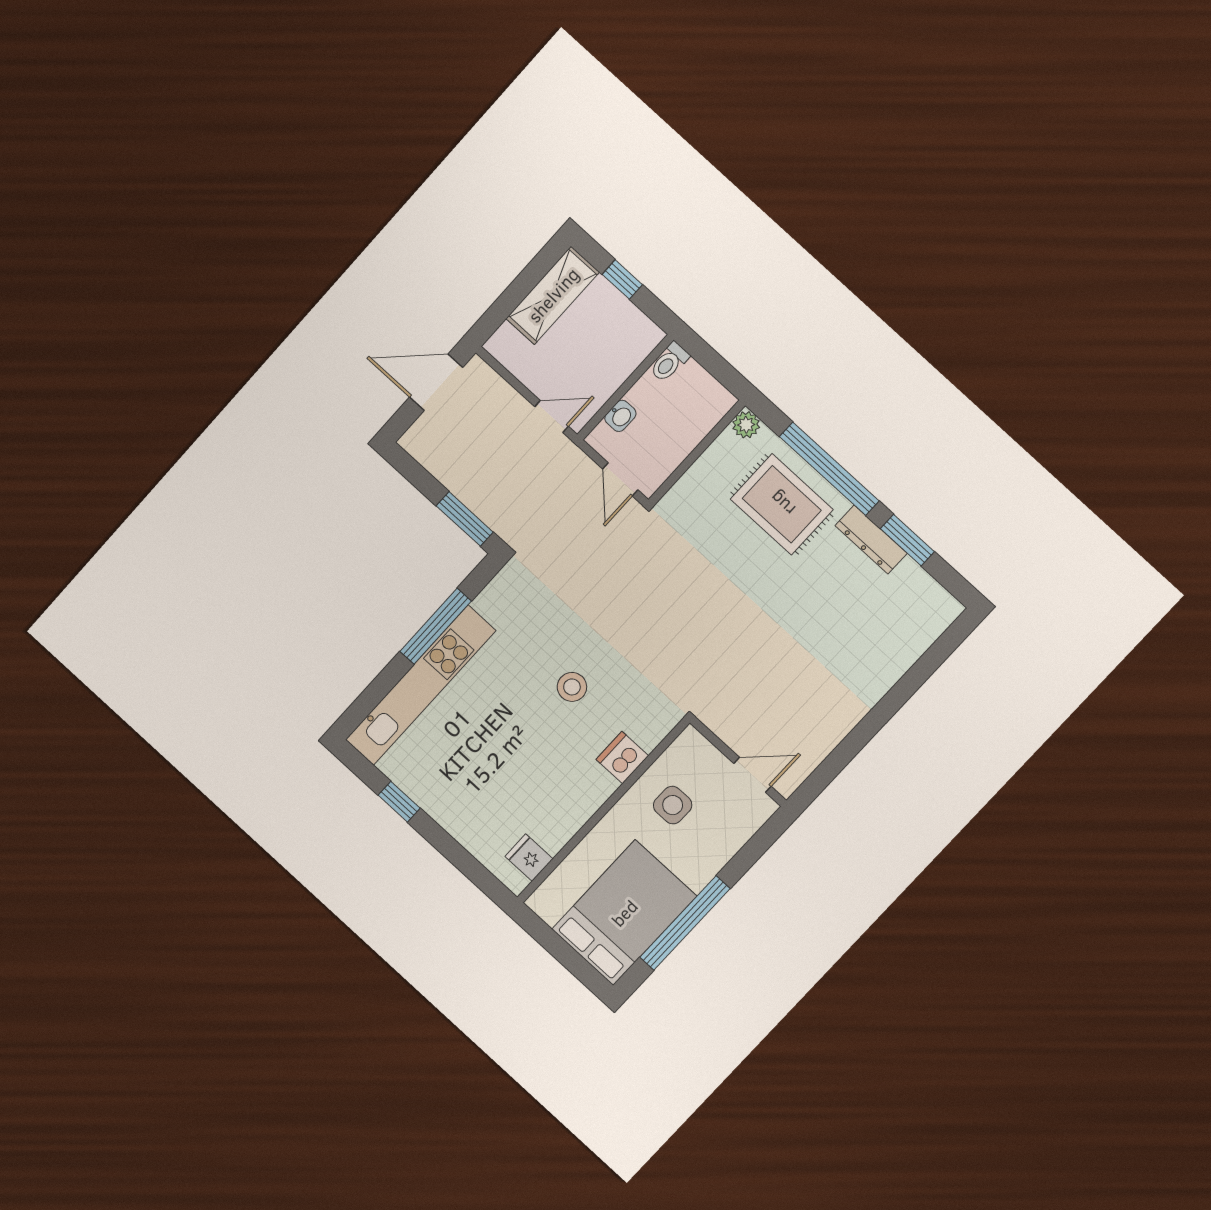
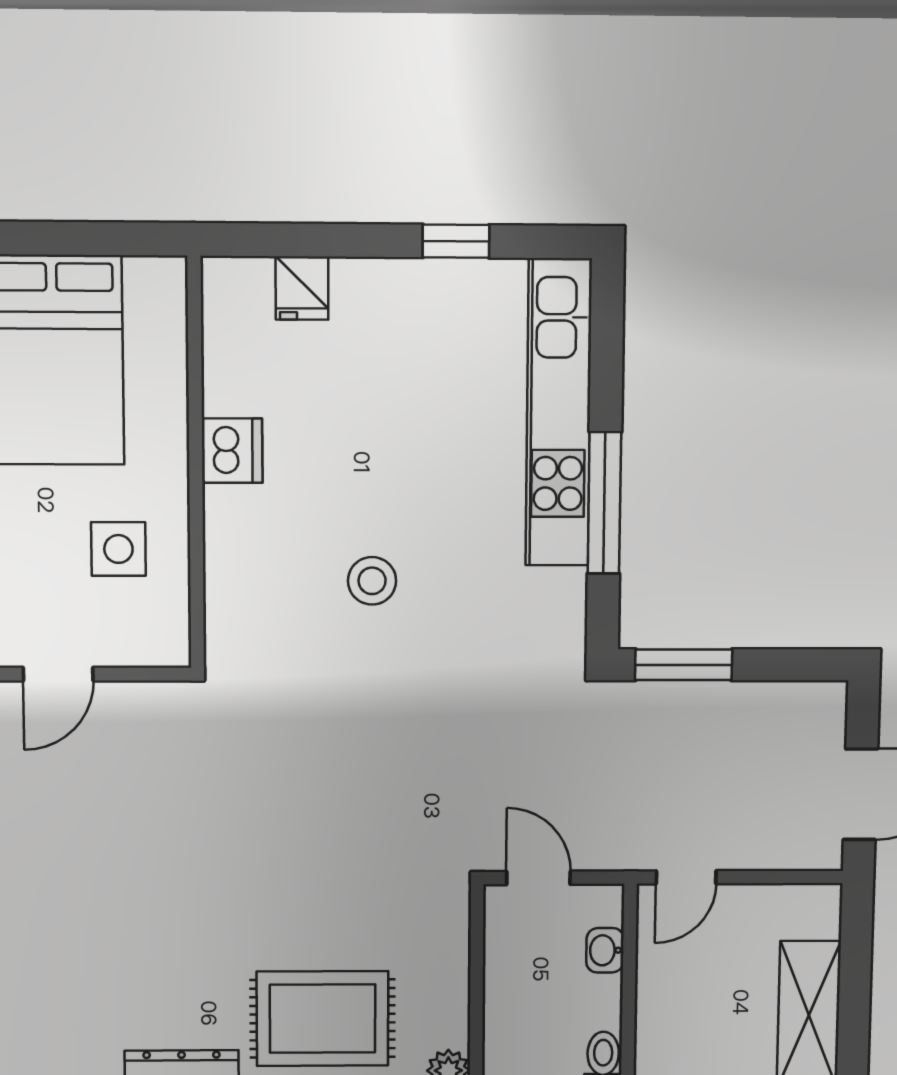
dishwasher: (622, 758) -> (232, 451), moved
fridge: (529, 858) -> (302, 288), moved, turned 90

